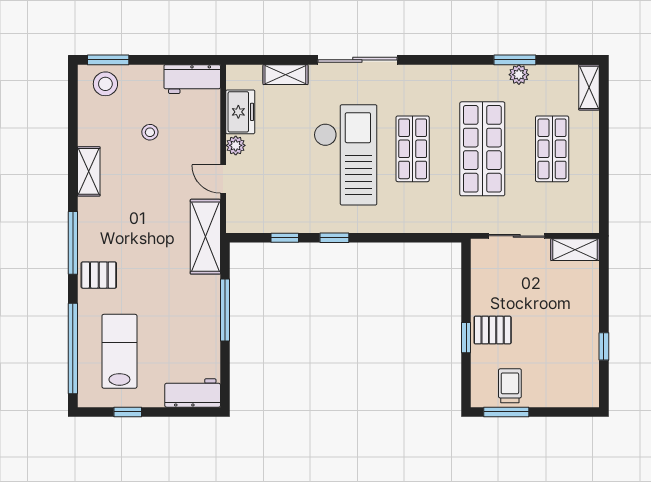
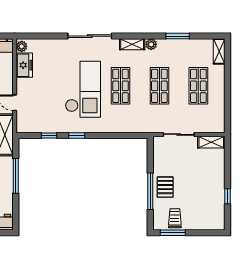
shelving: (285, 75) -> (132, 44), moved
plant: (519, 75) -> (151, 44), moved
plant: (236, 145) -> (22, 46), moved
shop shelf: (482, 149) -> (159, 86), width x0.70, depth x0.74
pallet: (493, 330) -> (165, 187), turned 90
window: (466, 338) -> (150, 191), width x2.17

